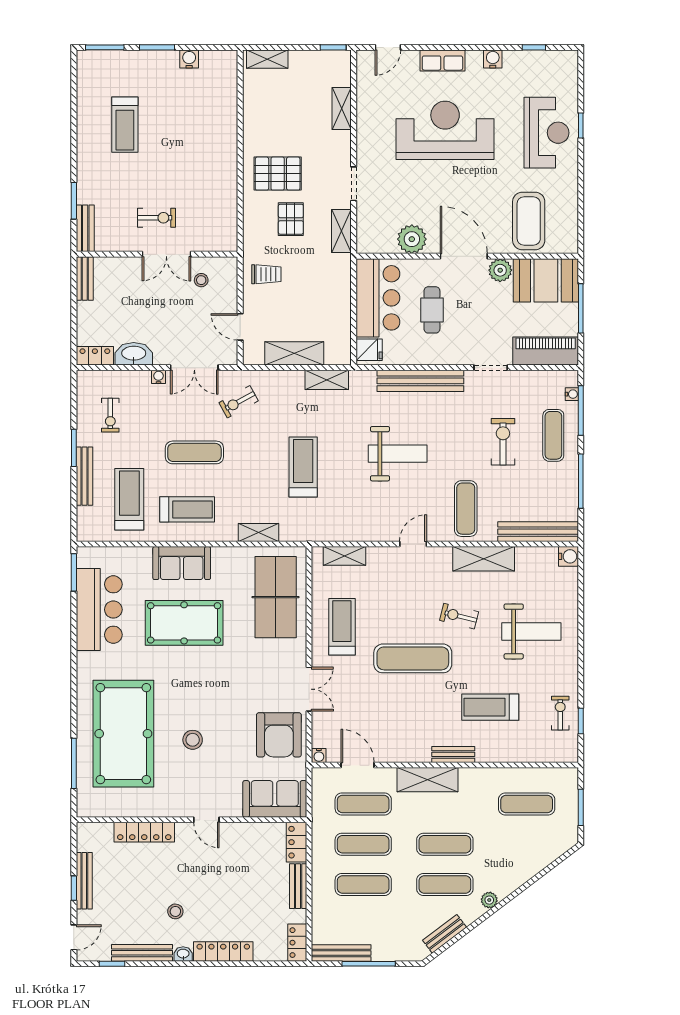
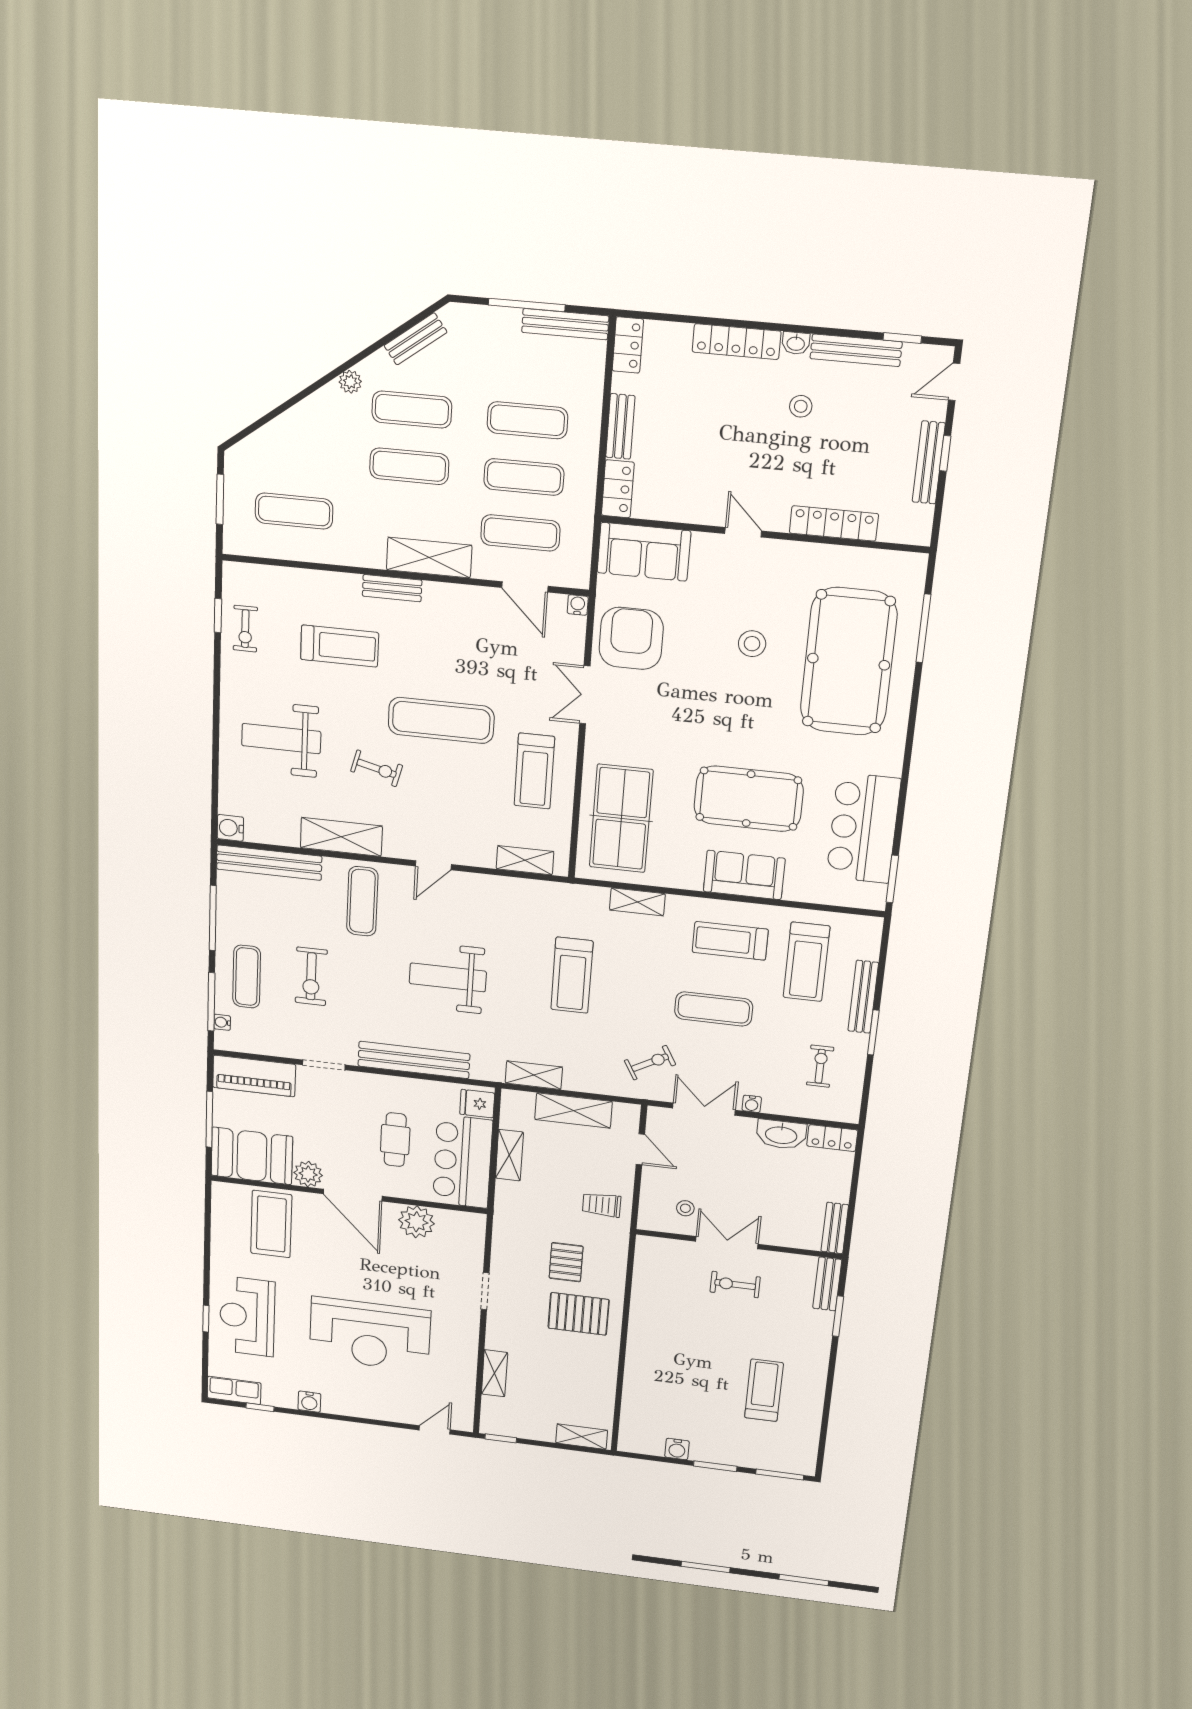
row of seats: (442, 60) -> (234, 1390), moved
shelving: (341, 231) -> (509, 1155), moved

